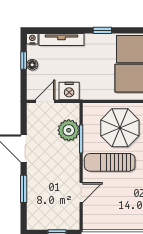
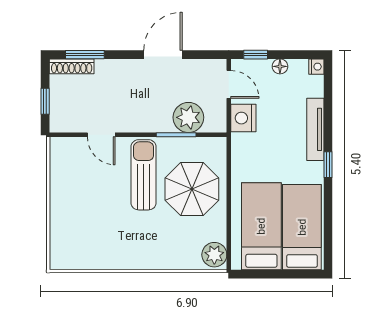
tv unit: (62, 40) -> (315, 129), moved
window: (24, 60) -> (256, 55), moved
window: (24, 189) -> (85, 55), moved
shoe rack: (32, 214) -> (72, 66), added

